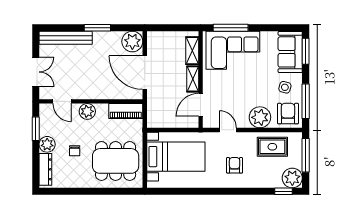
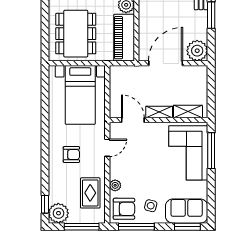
piano: (126, 111) -> (124, 38), width x1.37, depth x1.33
plant: (260, 117) -> (115, 185), width x0.53, depth x0.53

